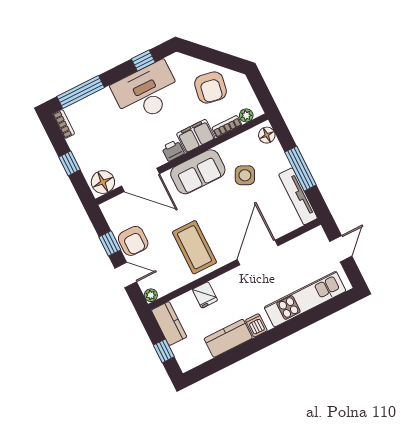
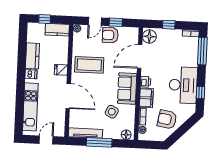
door: (341, 249) -> (46, 140), swing flipped
fridge: (205, 295) -> (61, 70), moved

